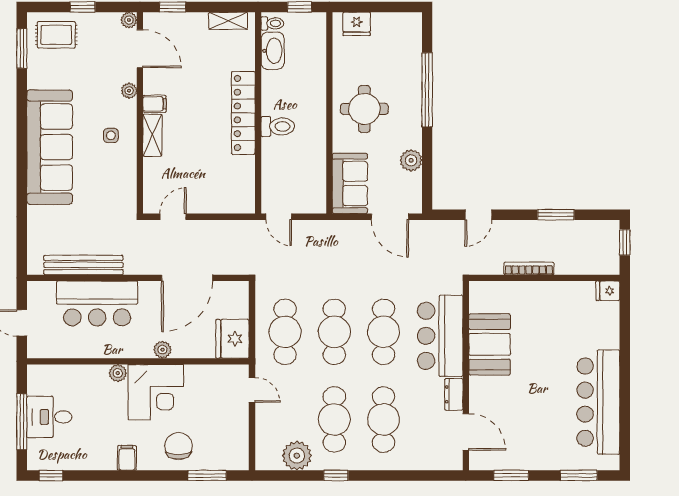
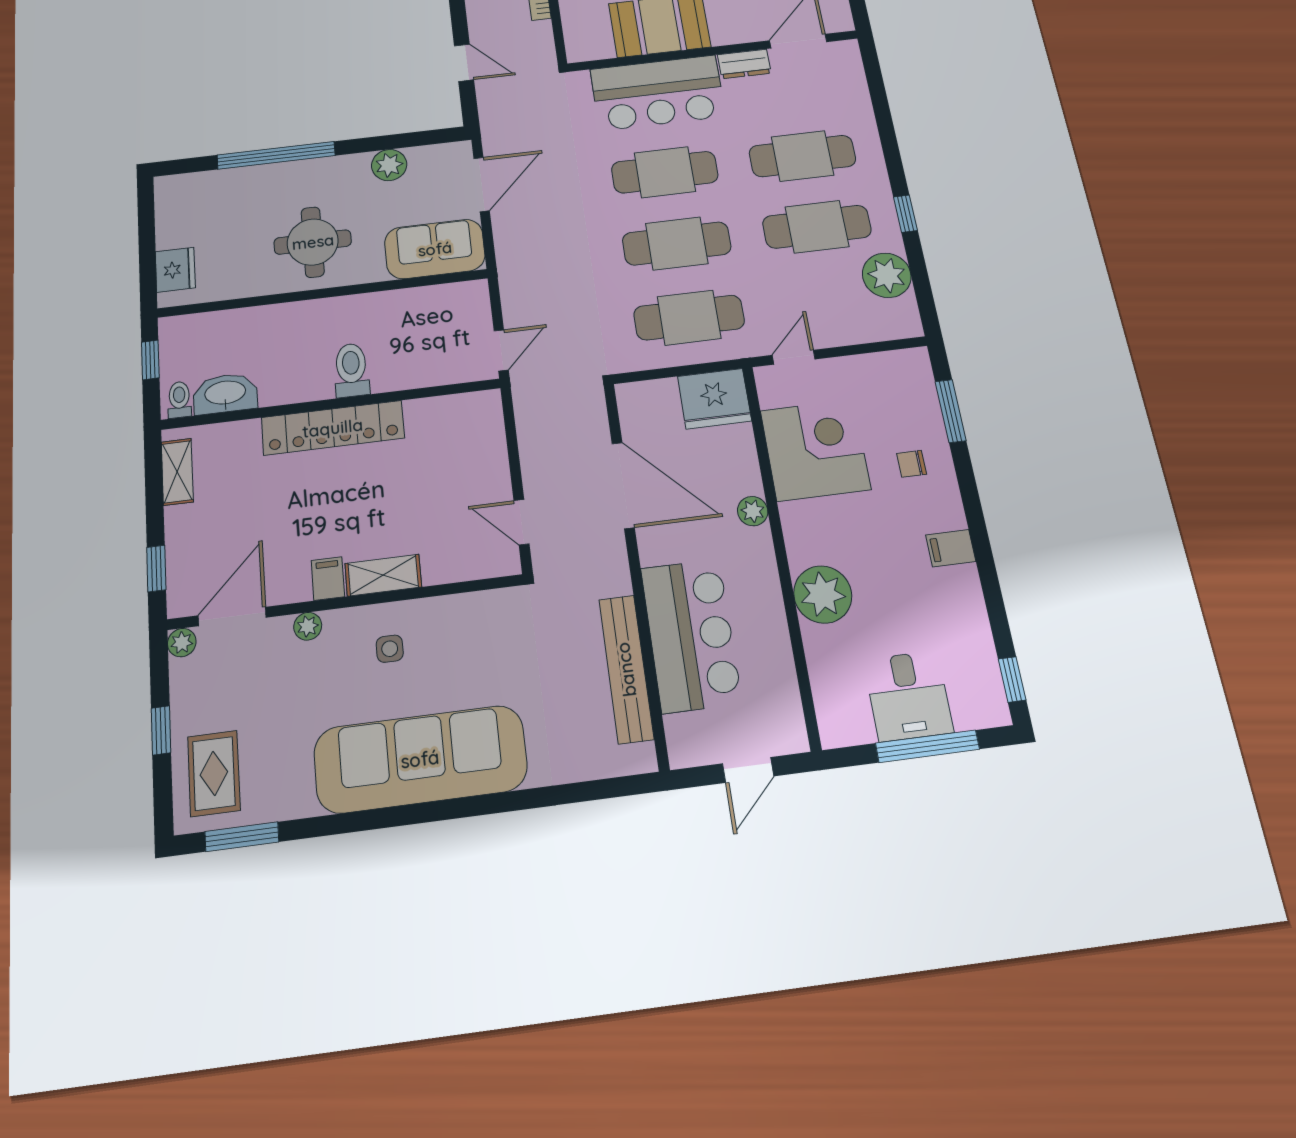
plant: (118, 373) -> (823, 594), width x1.87, depth x1.87
corner desk: (156, 392) -> (815, 450), moved
chair: (178, 446) -> (912, 464), width x0.54, depth x0.54

